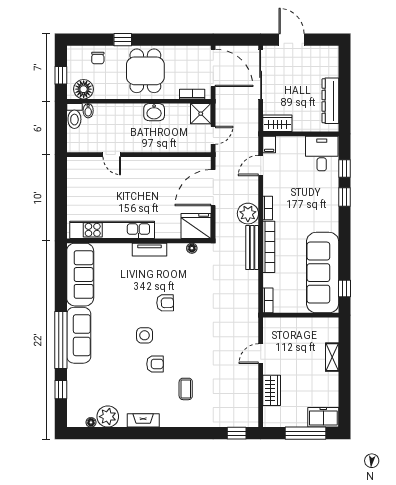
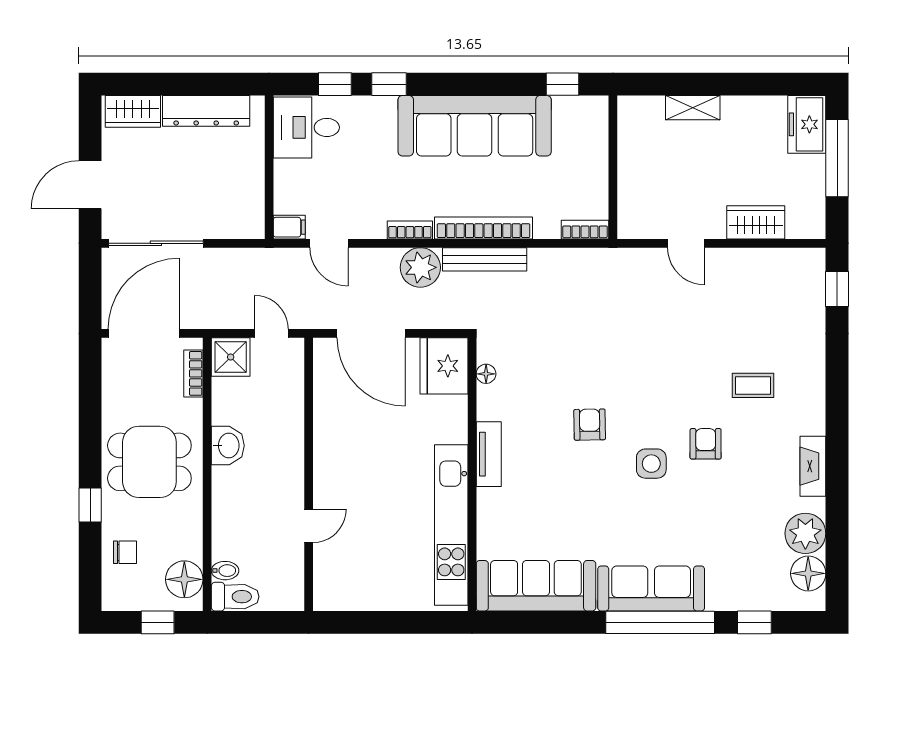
wardrobe: (277, 123) -> (133, 111), moved, turned -90
sofa: (323, 273) -> (475, 126), moved
floor lamp: (91, 422) -> (808, 573), width x1.89, depth x1.89

